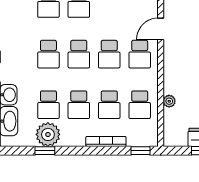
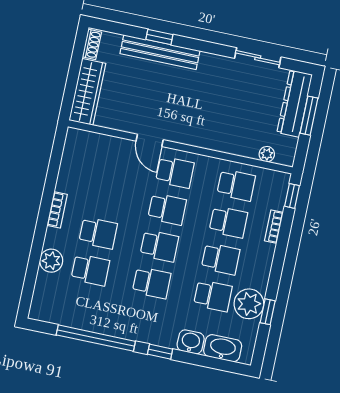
plant: (169, 101) -> (267, 154), moved
bookcase: (106, 141) -> (274, 227), width x0.64

